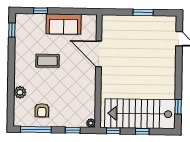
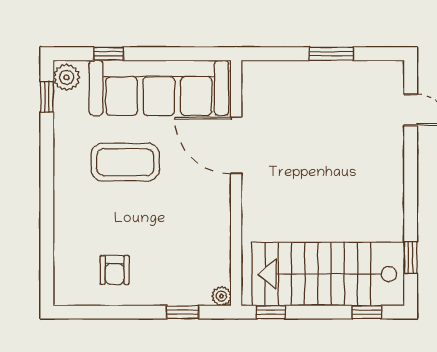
sofa: (64, 24) -> (159, 88), width x1.85, depth x1.27
coffee table: (47, 61) -> (125, 162), width x1.36, depth x1.32
plant: (20, 92) -> (67, 77), moved
window: (36, 130) -> (102, 312), removed
window: (142, 131) -> (367, 312), moved

